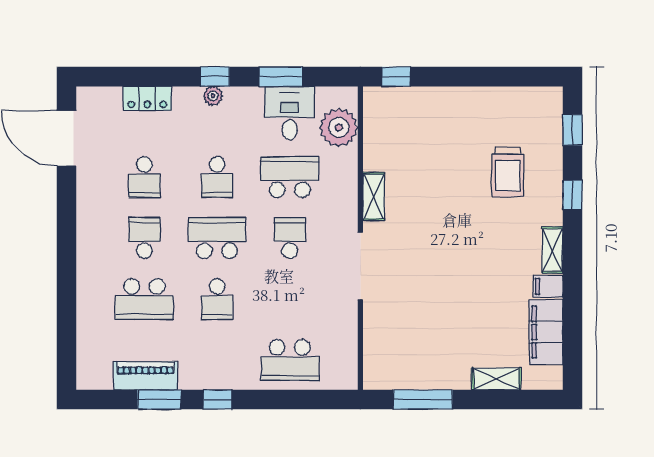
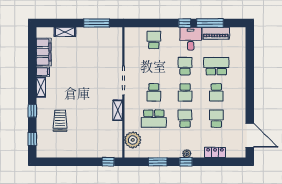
desk: (290, 113) -> (191, 39), moved, turned 180
school desk: (217, 238) -> (185, 92), width x0.54
school desk: (290, 360) -> (154, 40), width x0.54
window: (159, 399) -> (210, 23), width x1.44

